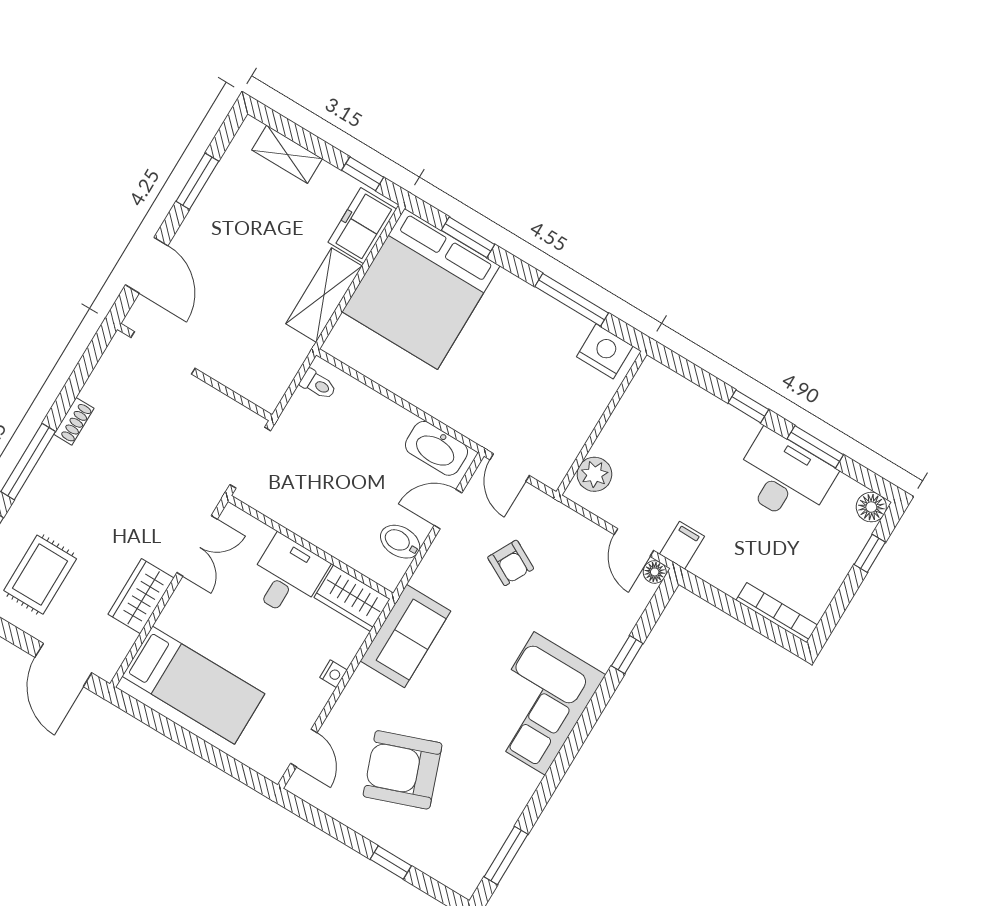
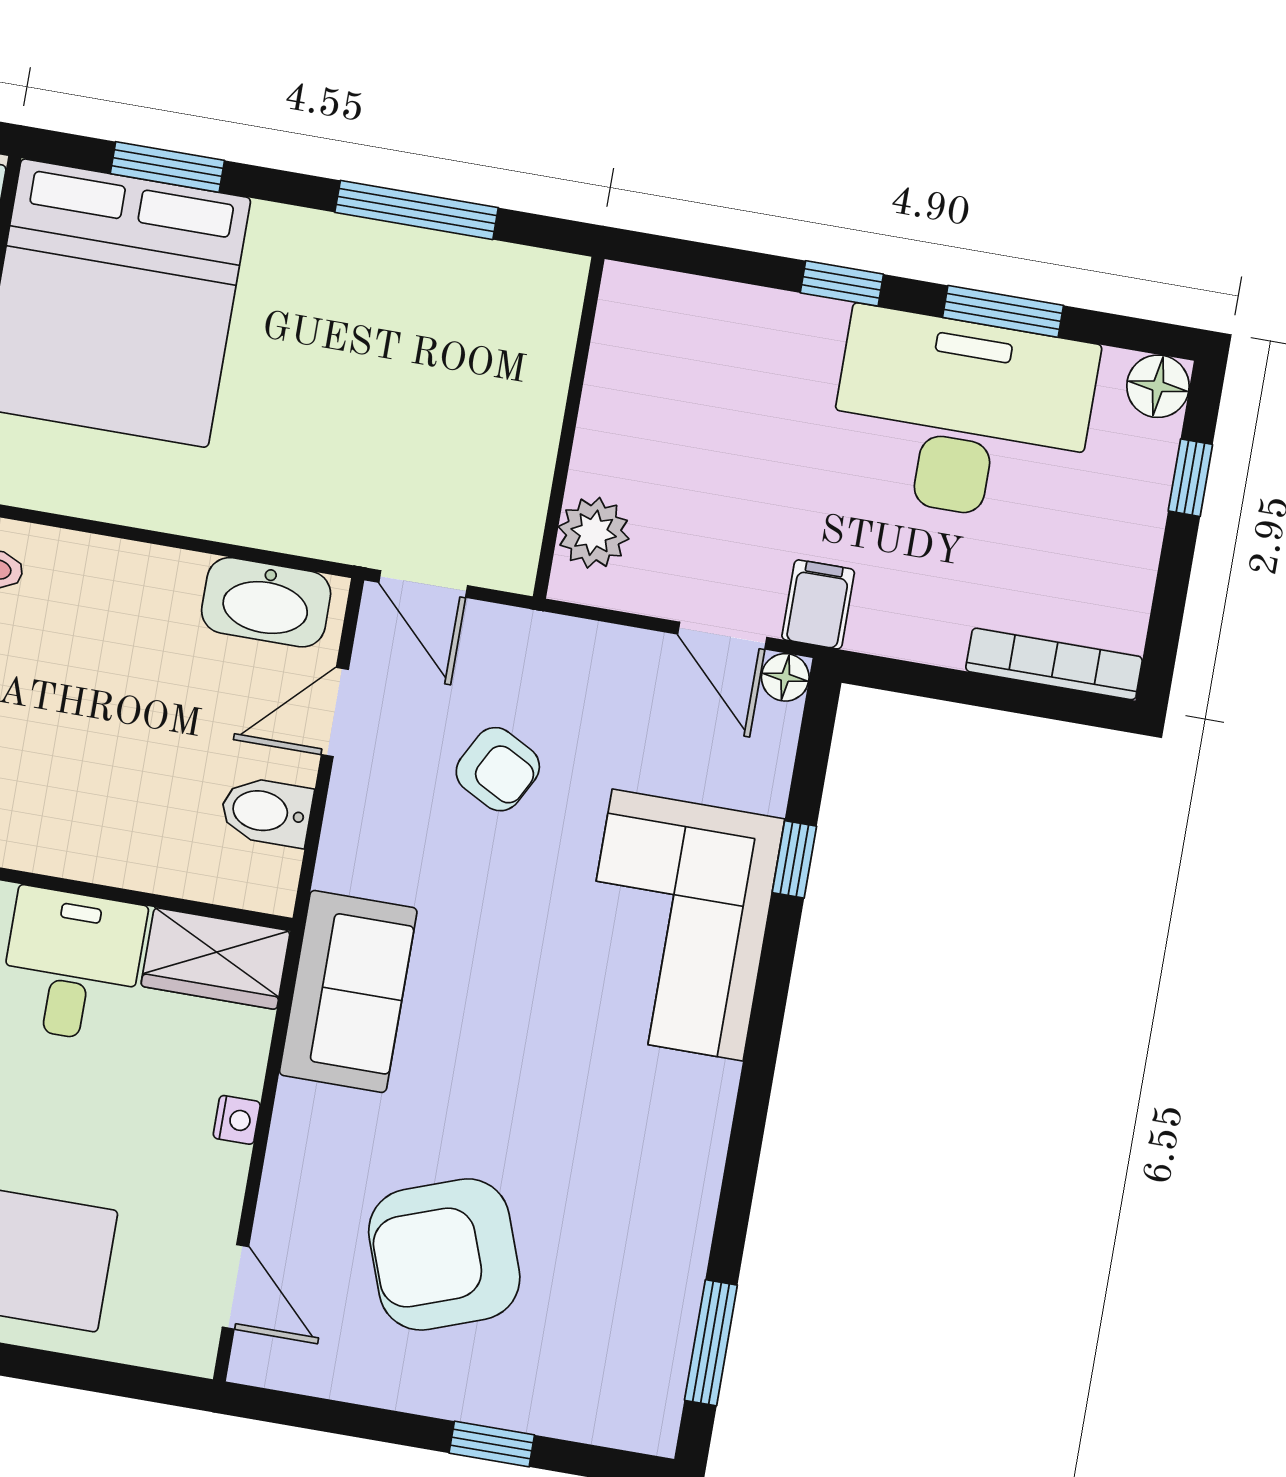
nightstand: (605, 351) -> (520, 285), removed
desk: (784, 478) -> (962, 417), width x1.36, depth x1.30
corner sofa: (540, 703) -> (678, 925), moved

